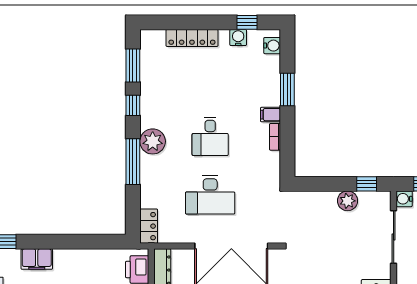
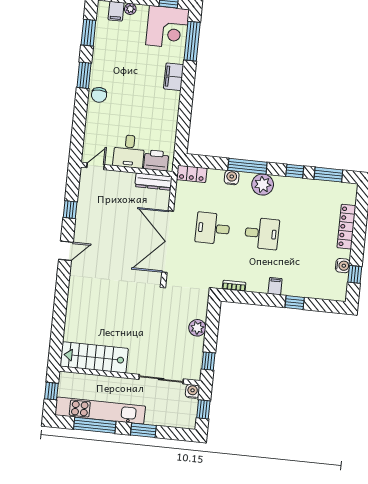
water cooler: (272, 46) -> (232, 178), moved, turned 180
window: (287, 90) -> (295, 303), width x0.67
desk: (210, 136) -> (262, 233), turned 180
bookcase: (275, 137) -> (234, 286), moved
desk: (210, 195) -> (213, 228), width x0.73
plant: (348, 201) -> (197, 328), moved

